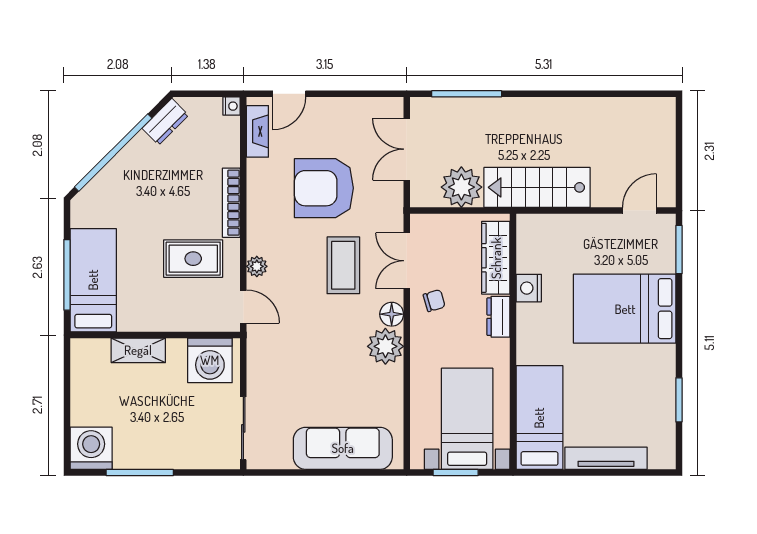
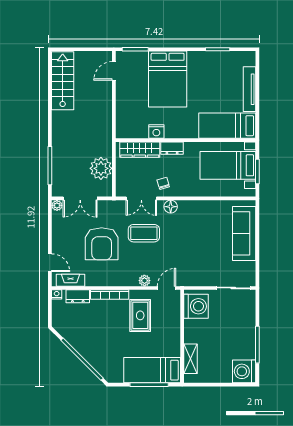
dresser: (165, 122) -> (78, 296), moved, turned 135
stairs: (537, 187) -> (63, 81), moved, turned 180
door: (639, 211) -> (114, 71), hinge flipped
plant: (385, 346) -> (57, 205), moved, width x0.53, depth x0.53
shelving: (138, 350) -> (190, 359), moved

